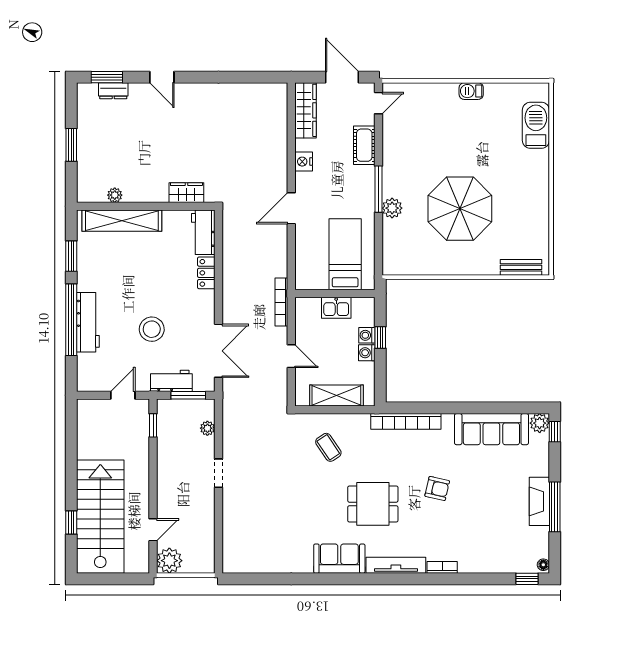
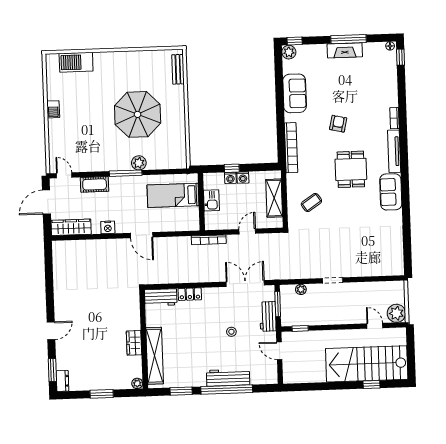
dresser: (113, 91) -> (62, 381), moved
wardrobe: (186, 193) -> (134, 343), moved
plant: (115, 195) -> (137, 383), moved
stool: (152, 329) -> (231, 332), width x0.53, depth x0.53
sofa: (491, 429) -> (295, 93), width x0.73

